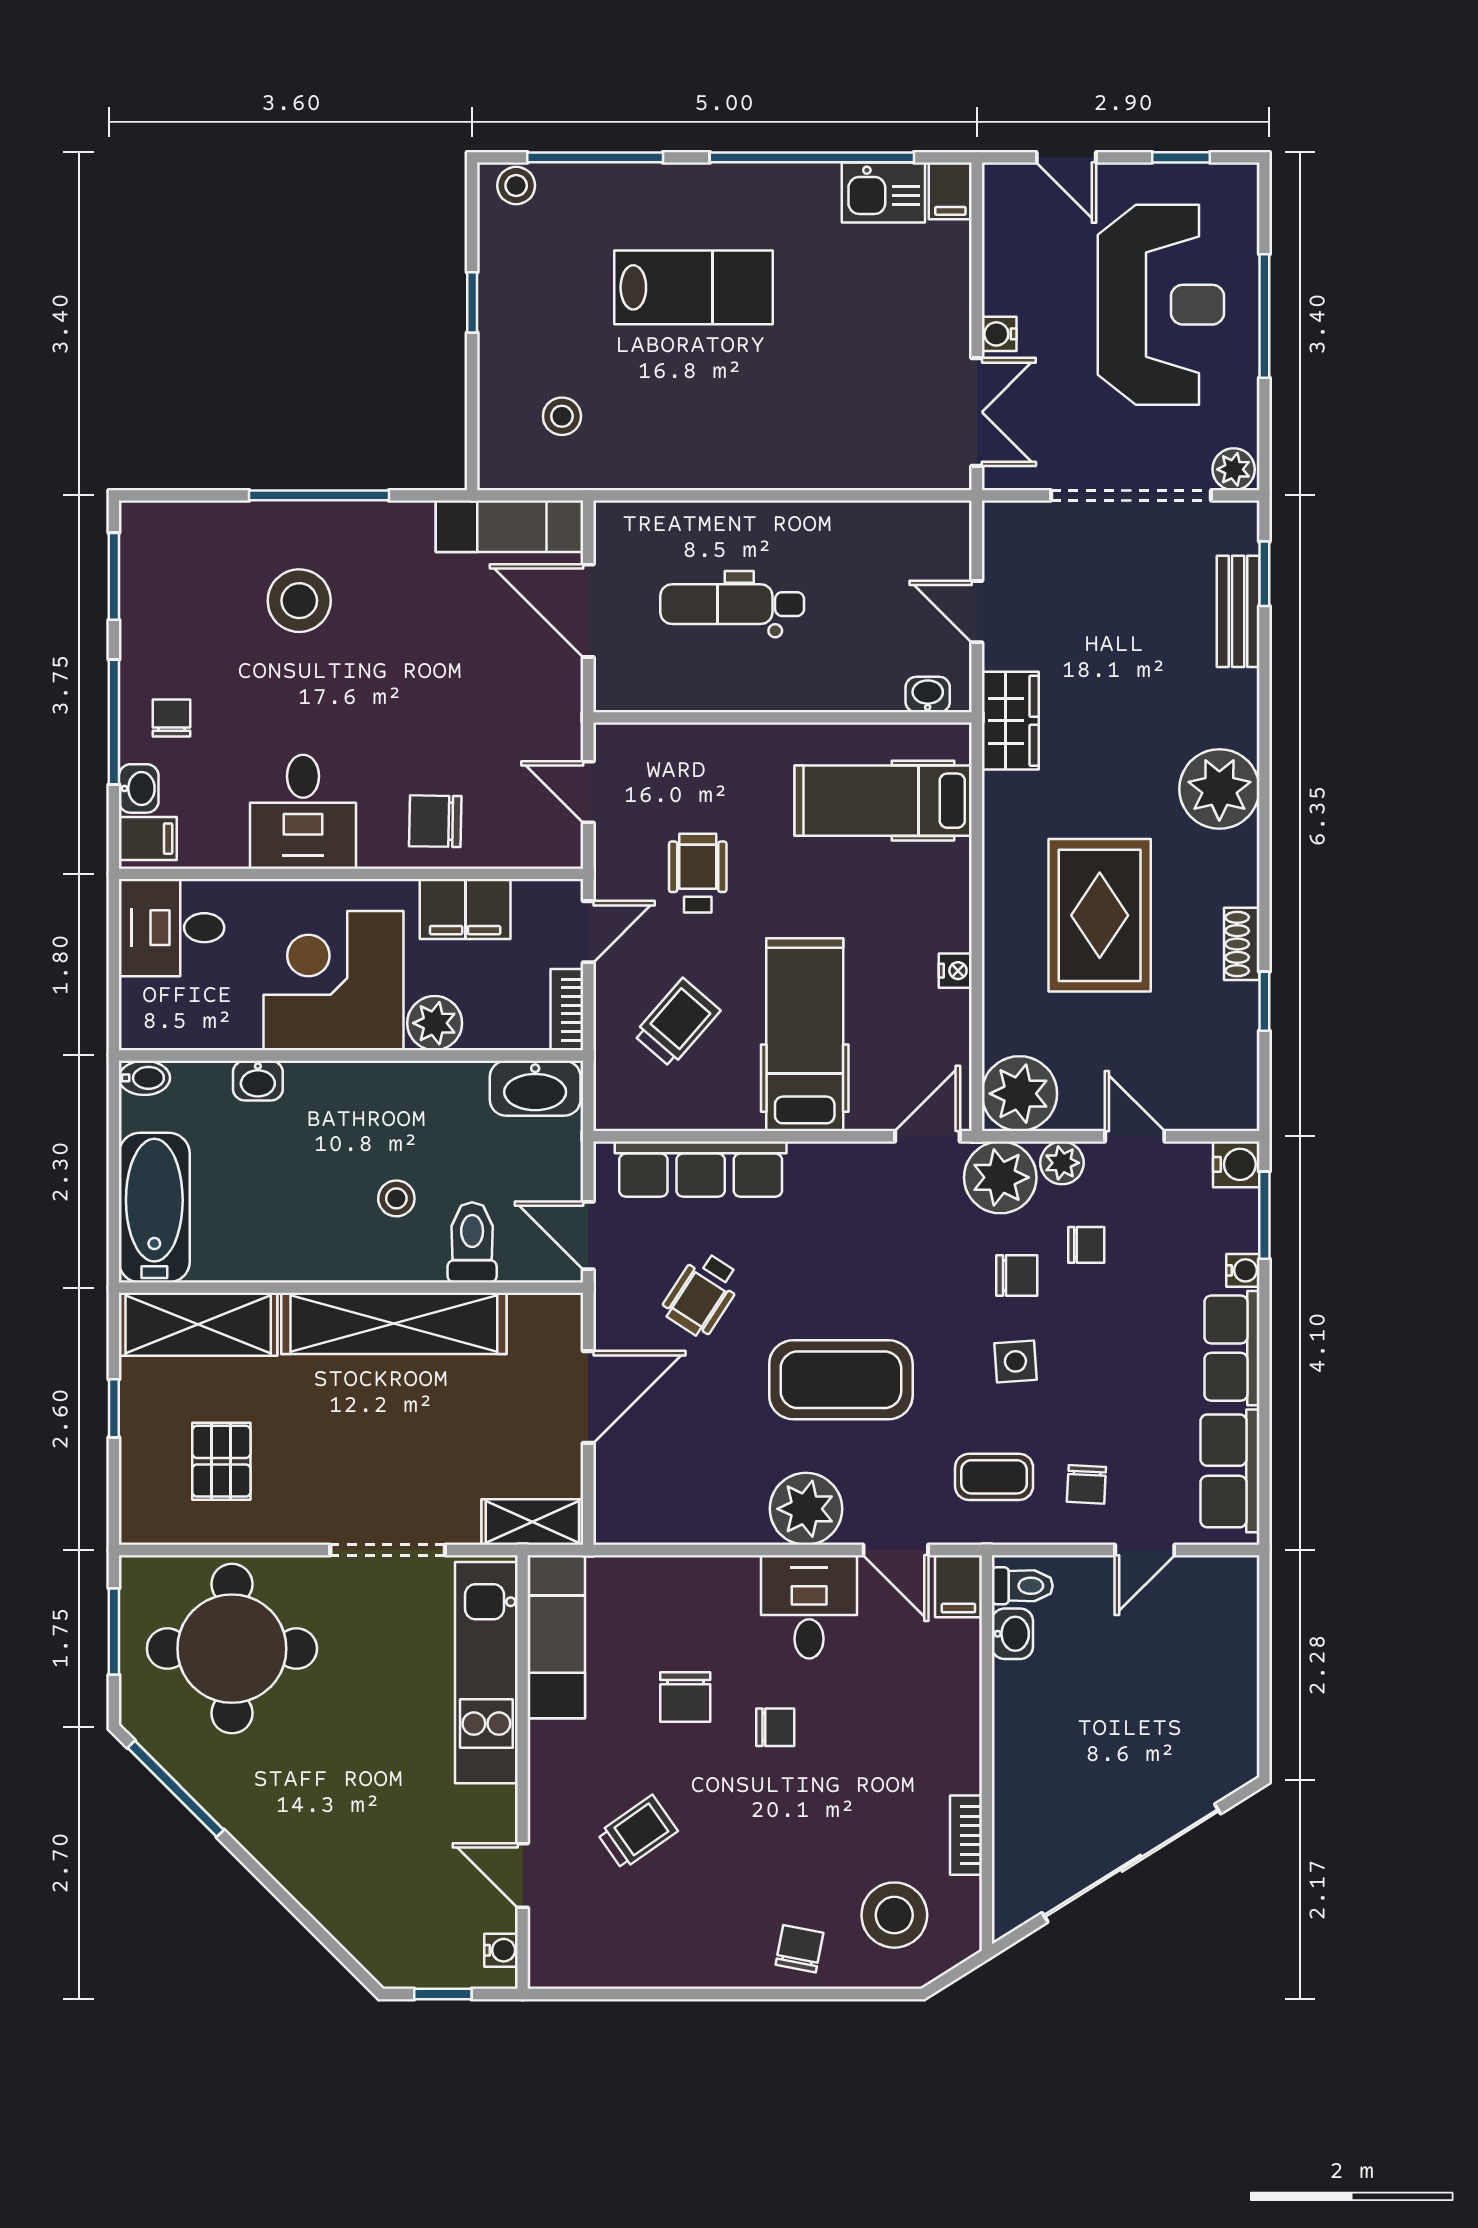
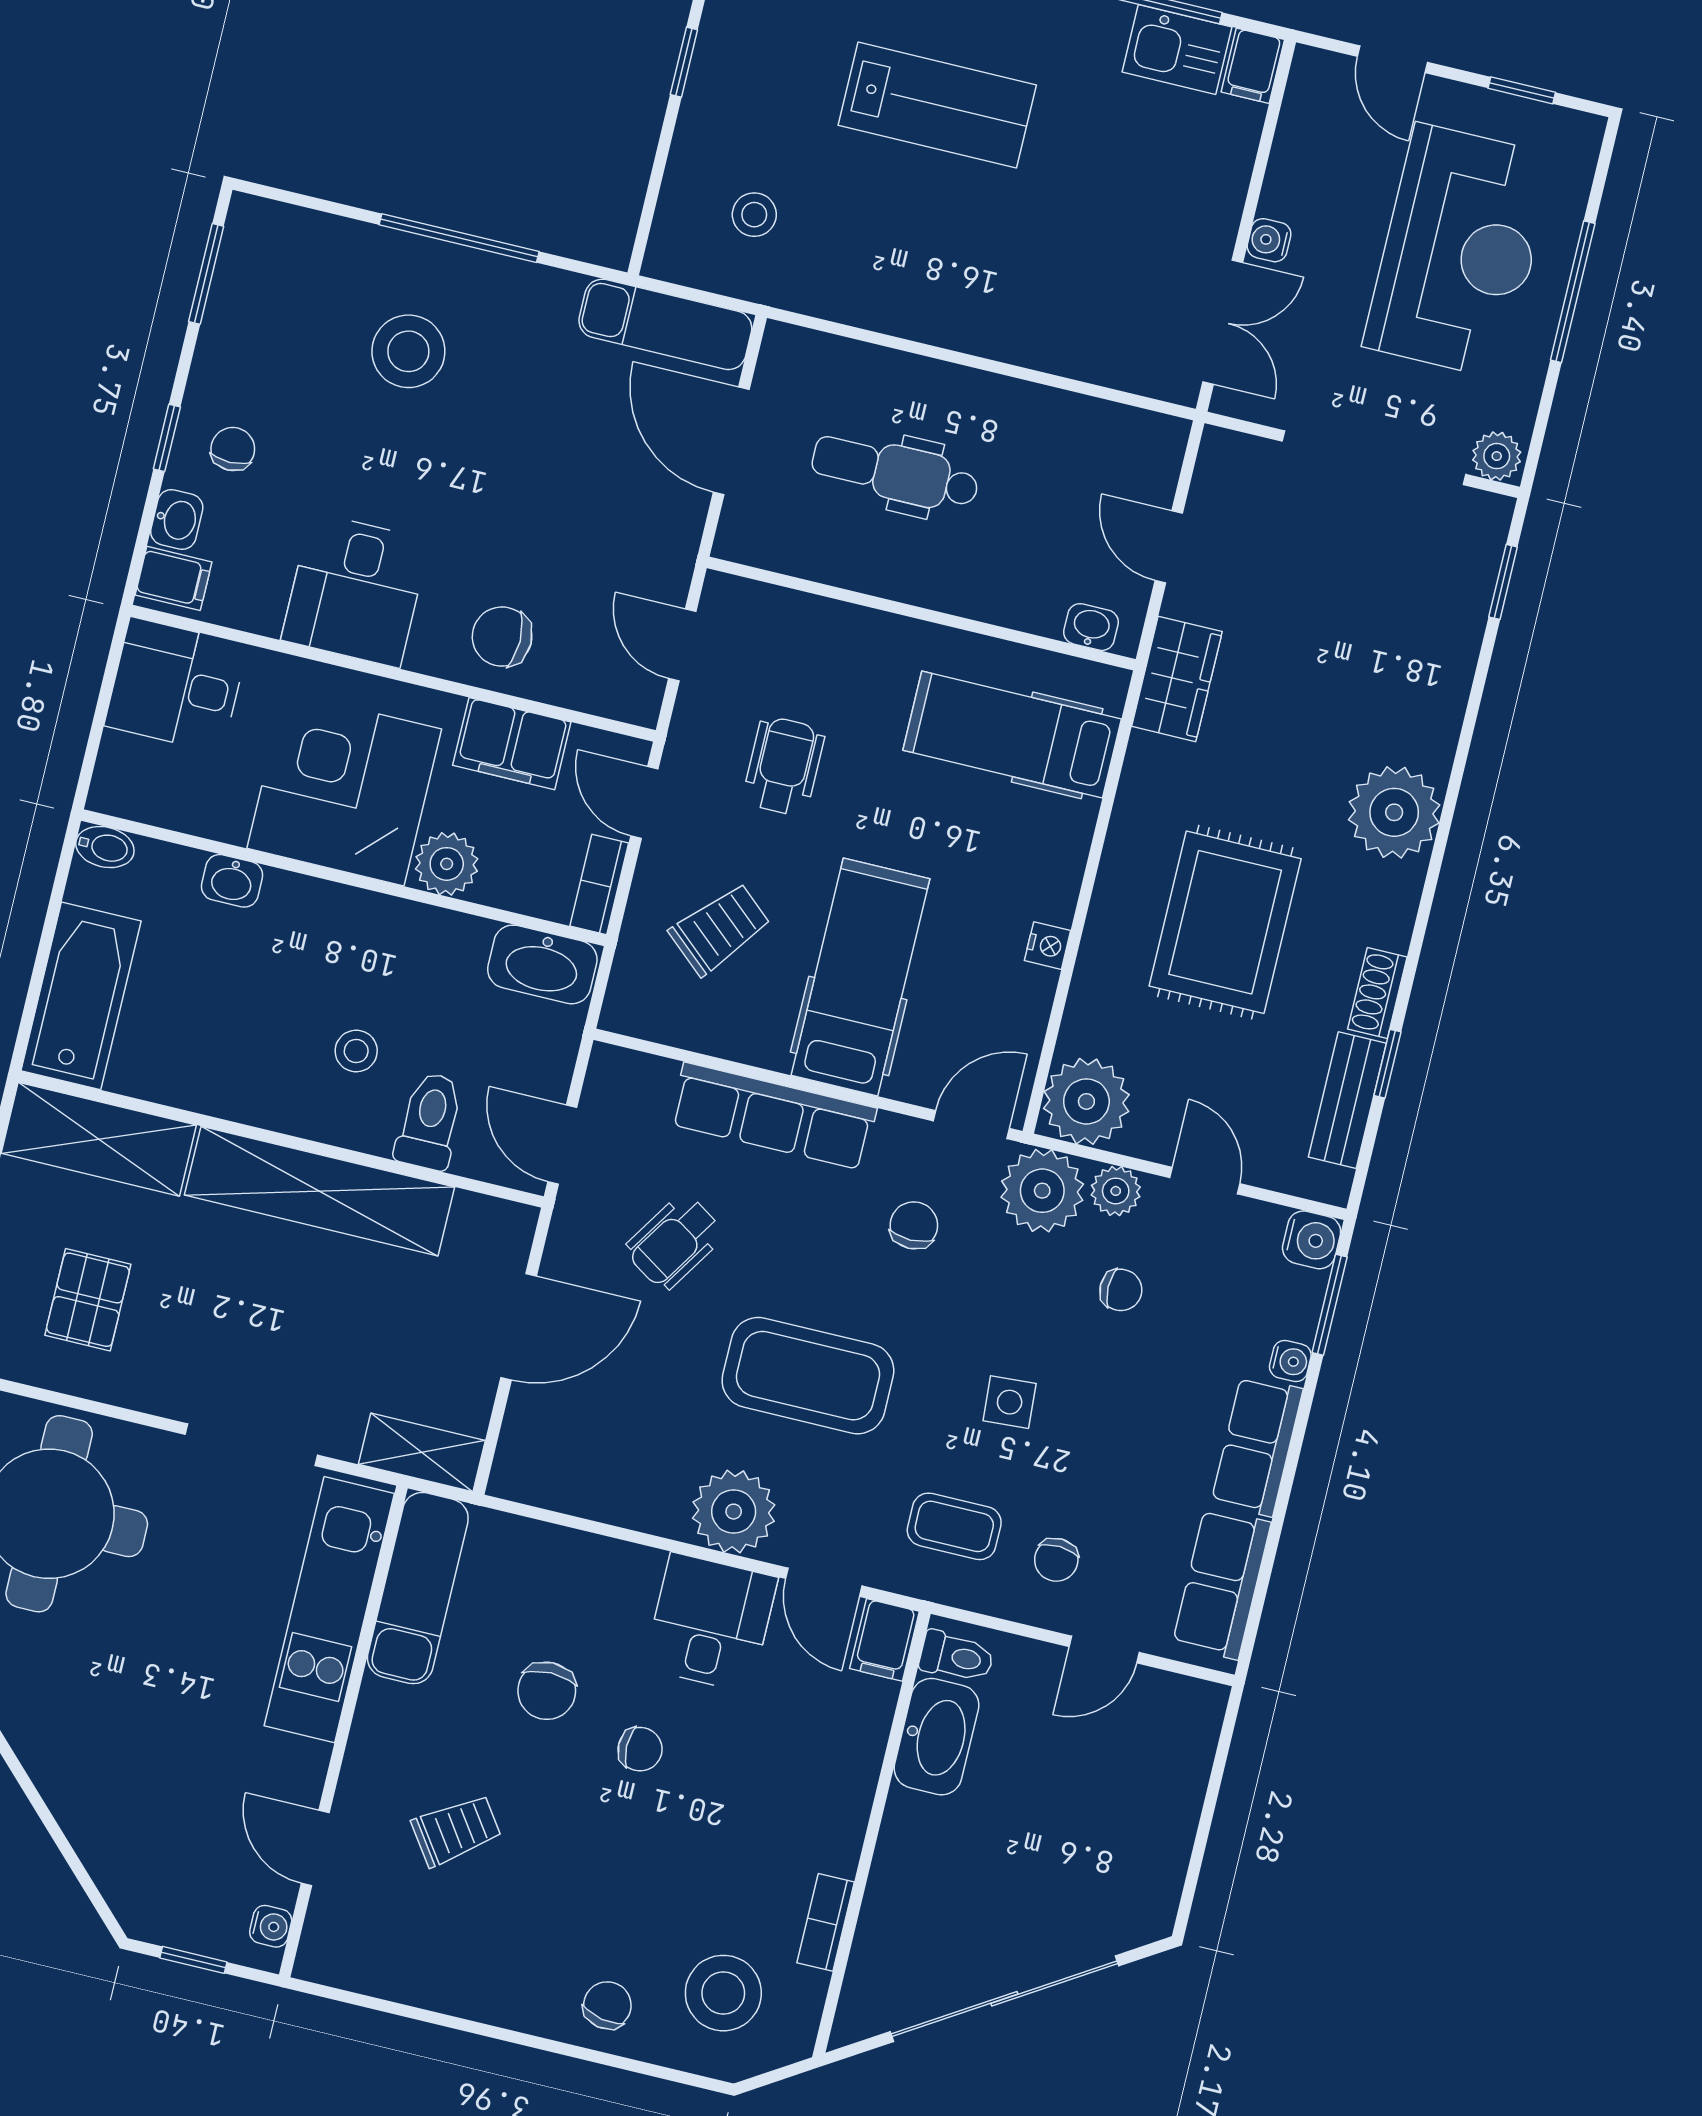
bench: (1238, 611) -> (1347, 1100), moved
window: (114, 722) -> (167, 438), width x0.46
door: (588, 932) -> (644, 803), swing flipped
row of seats: (701, 1169) -> (773, 1116), moved
chair: (1017, 1276) -> (914, 1225), moved, turned -90
washbasin: (1012, 1634) -> (936, 1737), width x1.91, depth x1.45

